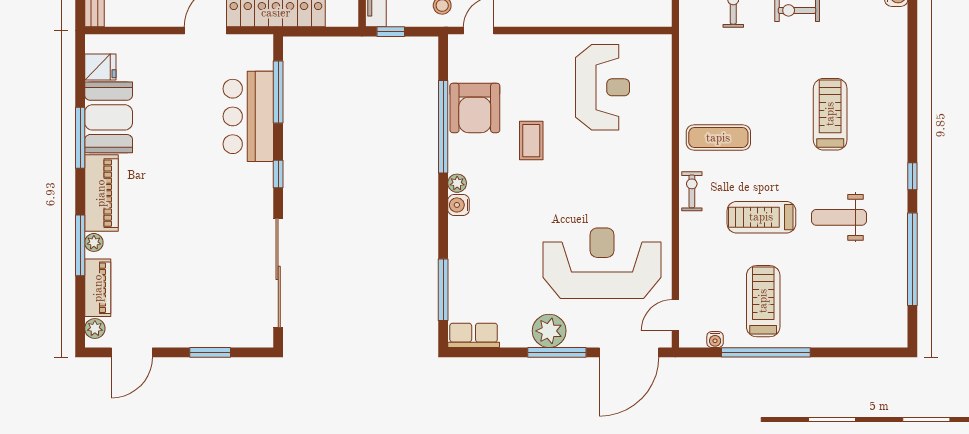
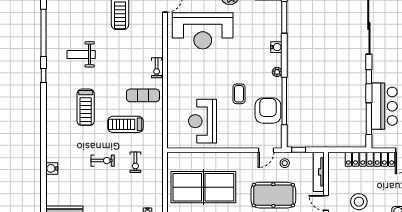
window: (391, 32) -> (299, 150), moved
water cooler: (459, 205) -> (276, 47), moved
treadmill: (761, 217) -> (125, 124), moved, turned 180
weight bench: (839, 217) -> (81, 54), turned 180

